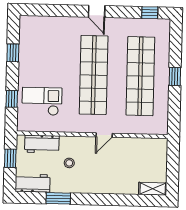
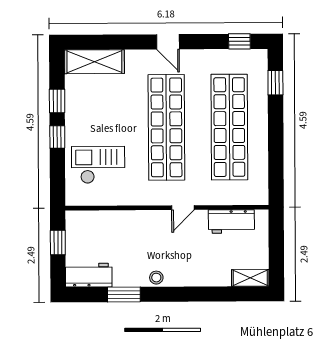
shelving: (41, 25) -> (94, 62), added
window: (175, 76) -> (275, 83), moved
window: (12, 99) -> (57, 137), moved
workbench: (42, 144) -> (231, 221), moved
stool: (69, 163) -> (156, 278), moved

